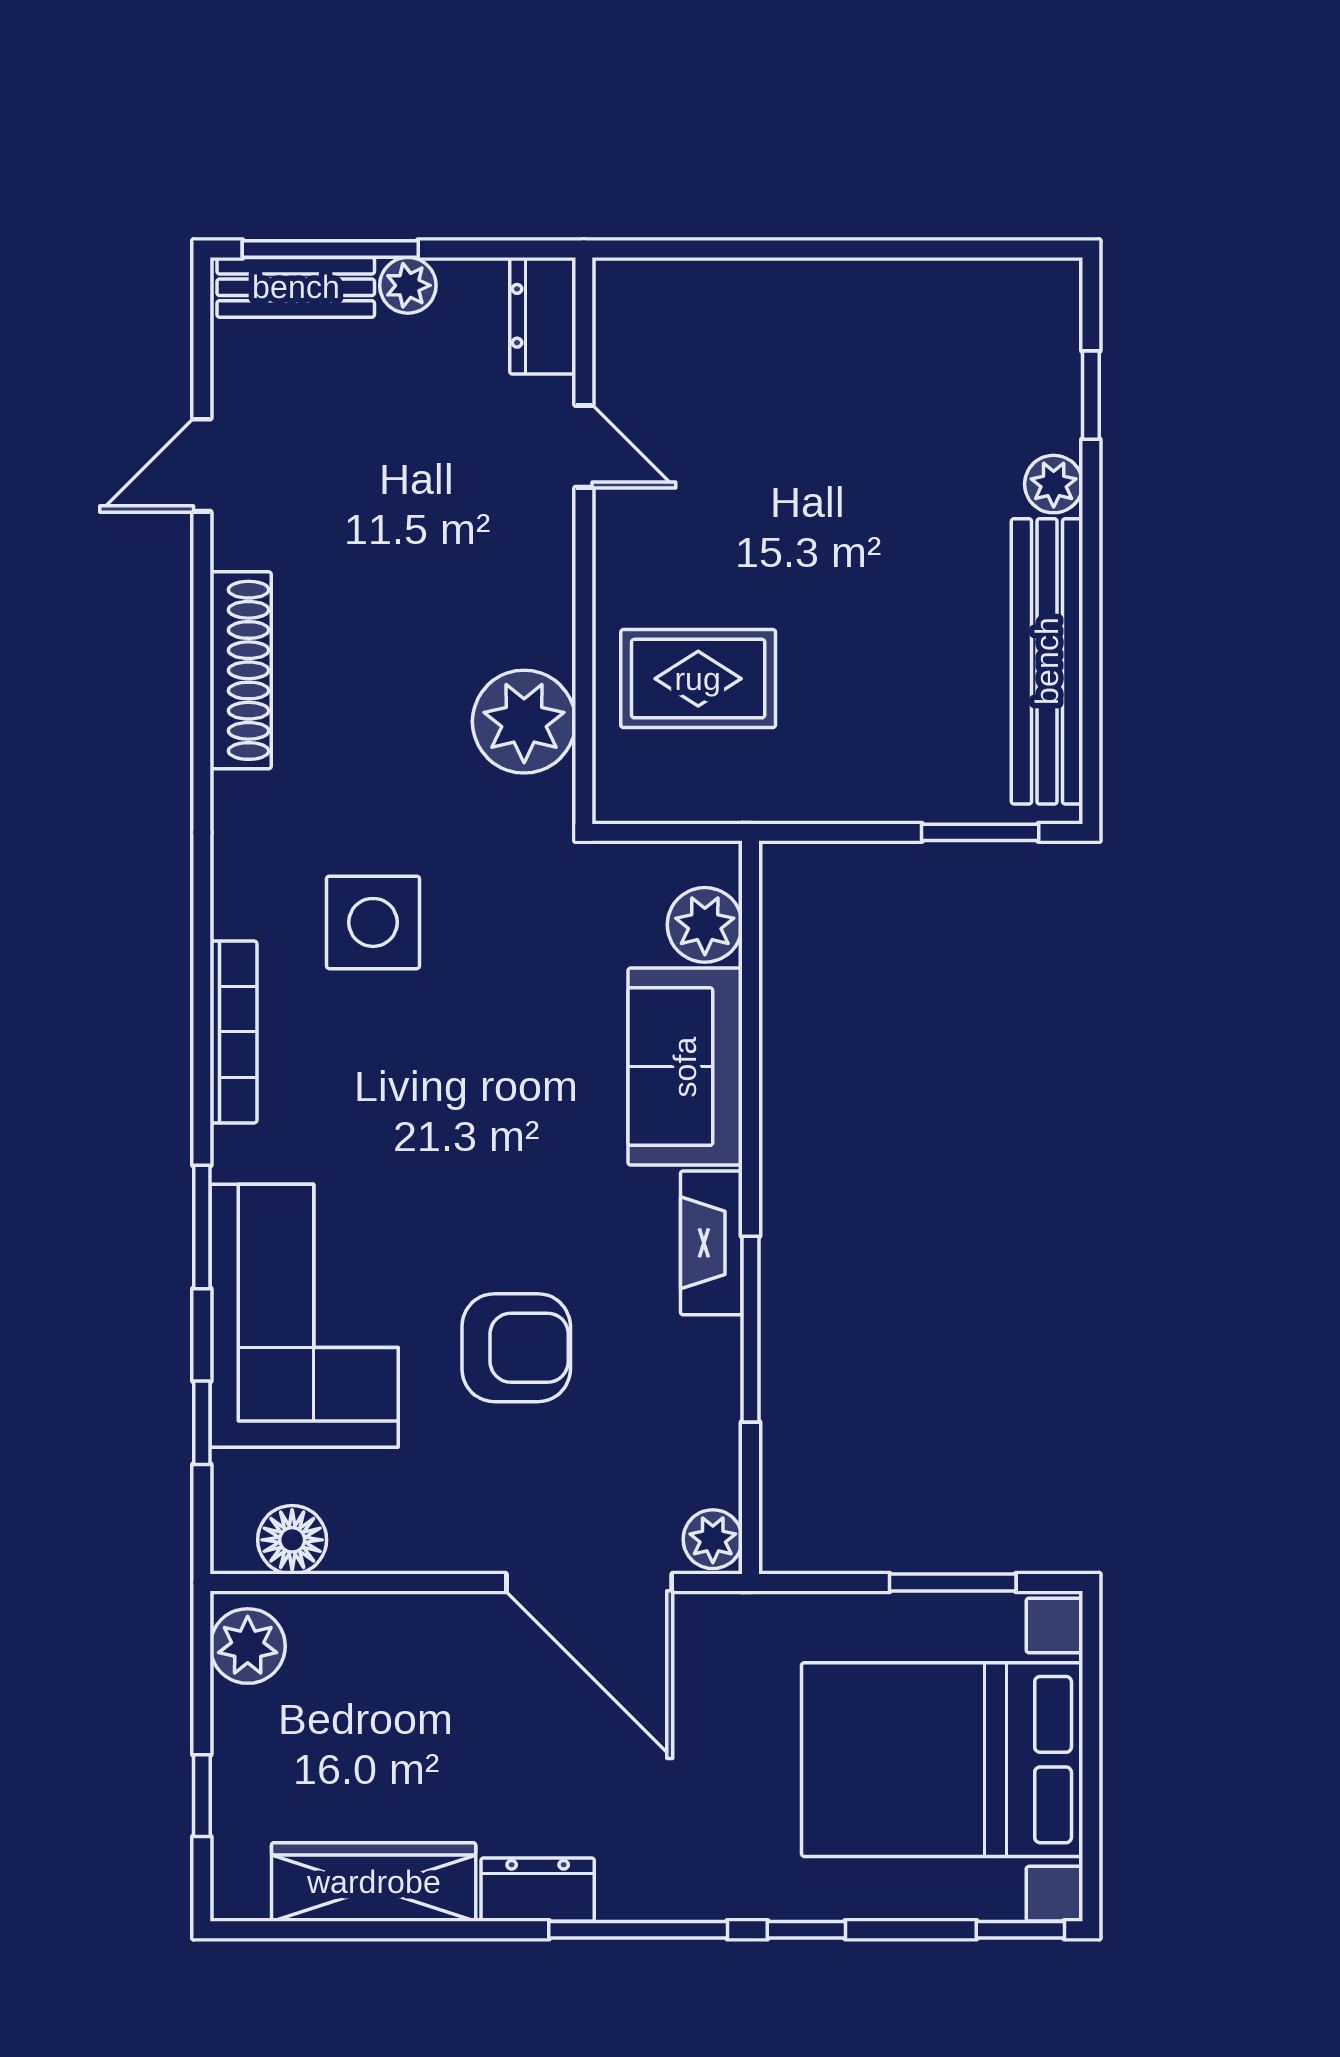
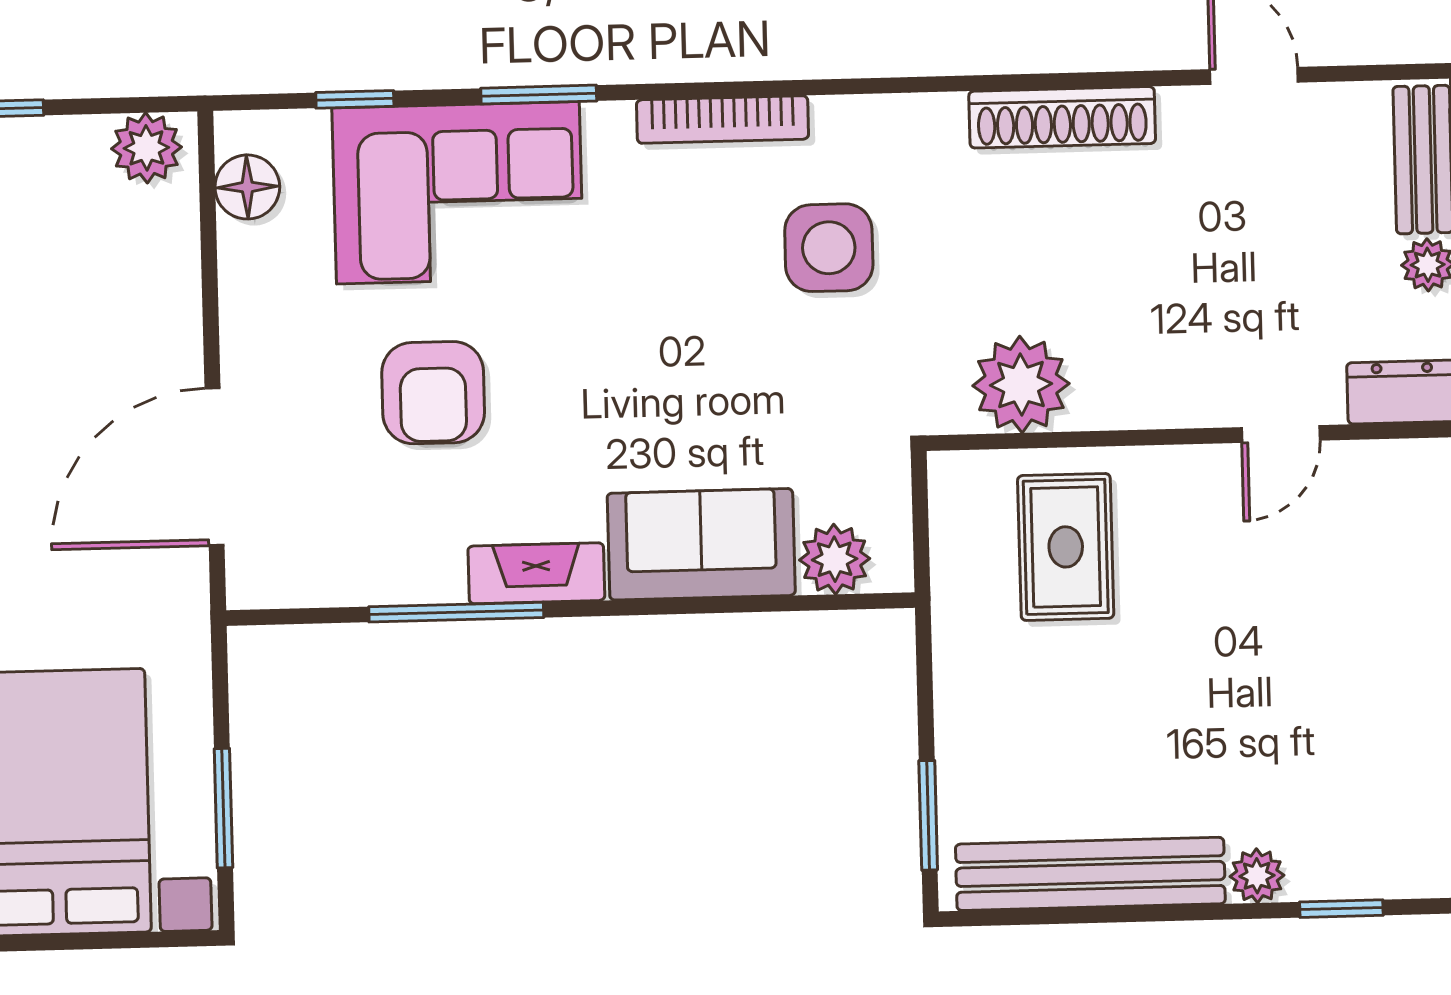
plant: (713, 1539) -> (258, 582), removed

